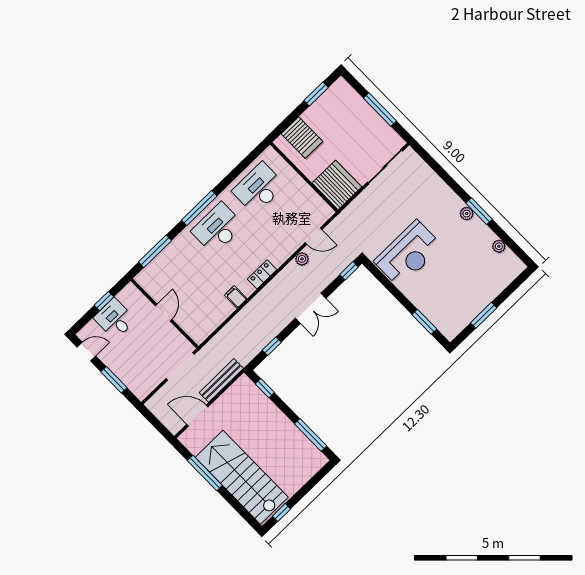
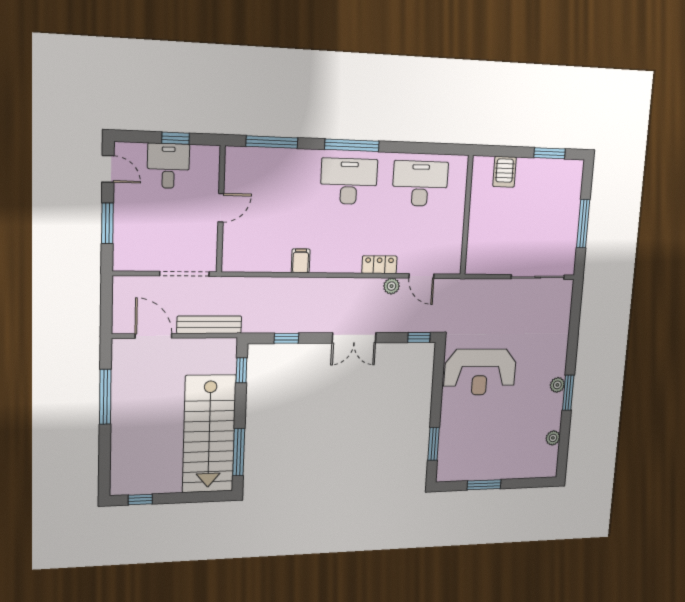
server rack: (302, 138) -> (505, 172), width x0.73, depth x0.70
server rack: (337, 185) -> (485, 251), removed
locker: (262, 274) -> (379, 265), moved
stairs: (242, 477) -> (209, 434), moved, turned 180

